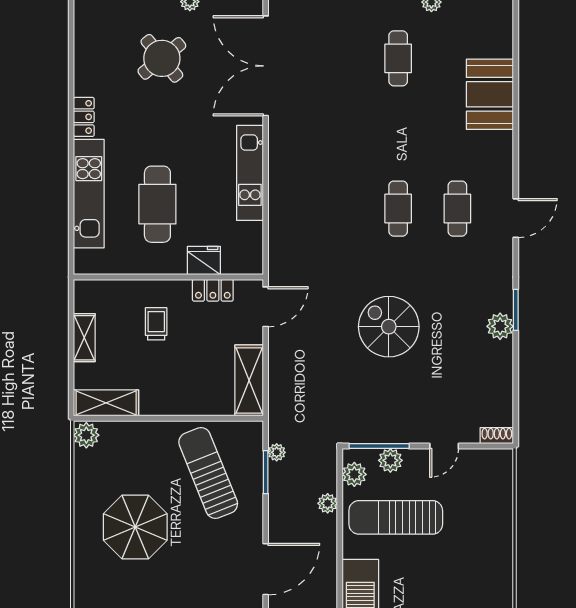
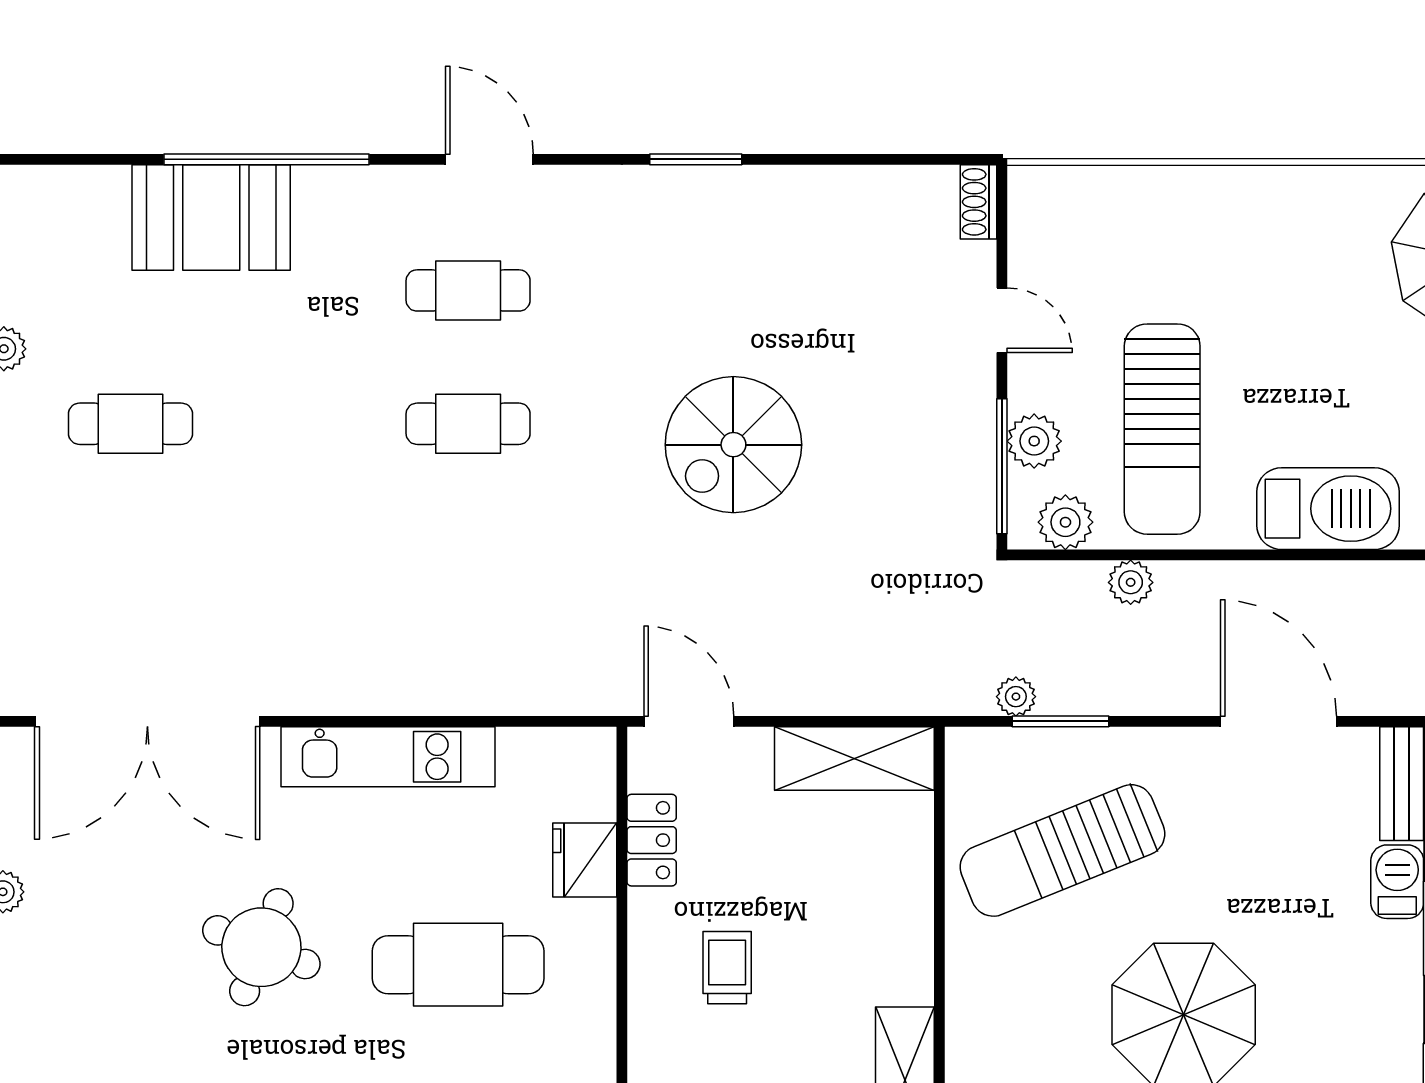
round table: (162, 58) -> (261, 947), moved, turned -30
window: (516, 119) -> (267, 159), added
trolley: (156, 324) -> (727, 968), turned 90
plant: (500, 326) -> (733, 195), removed

